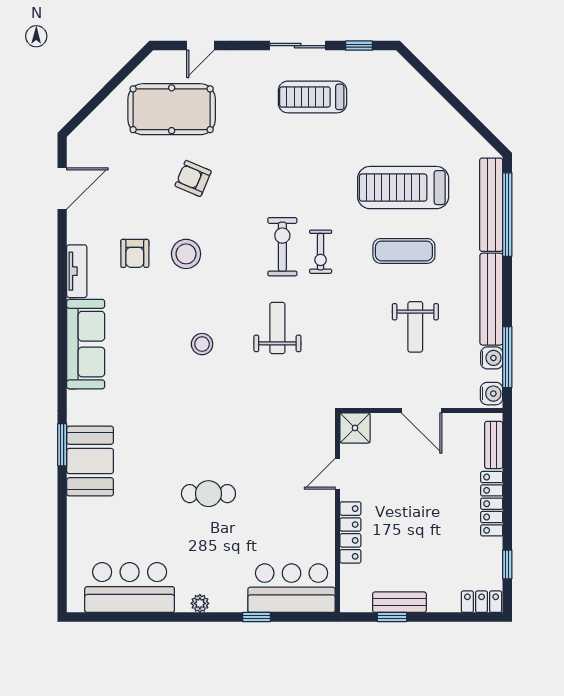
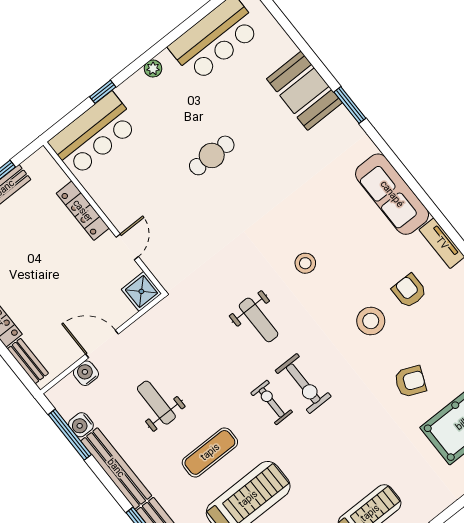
water cooler: (492, 394) -> (86, 373), moved, turned 90
booth: (90, 461) -> (304, 91), moved

